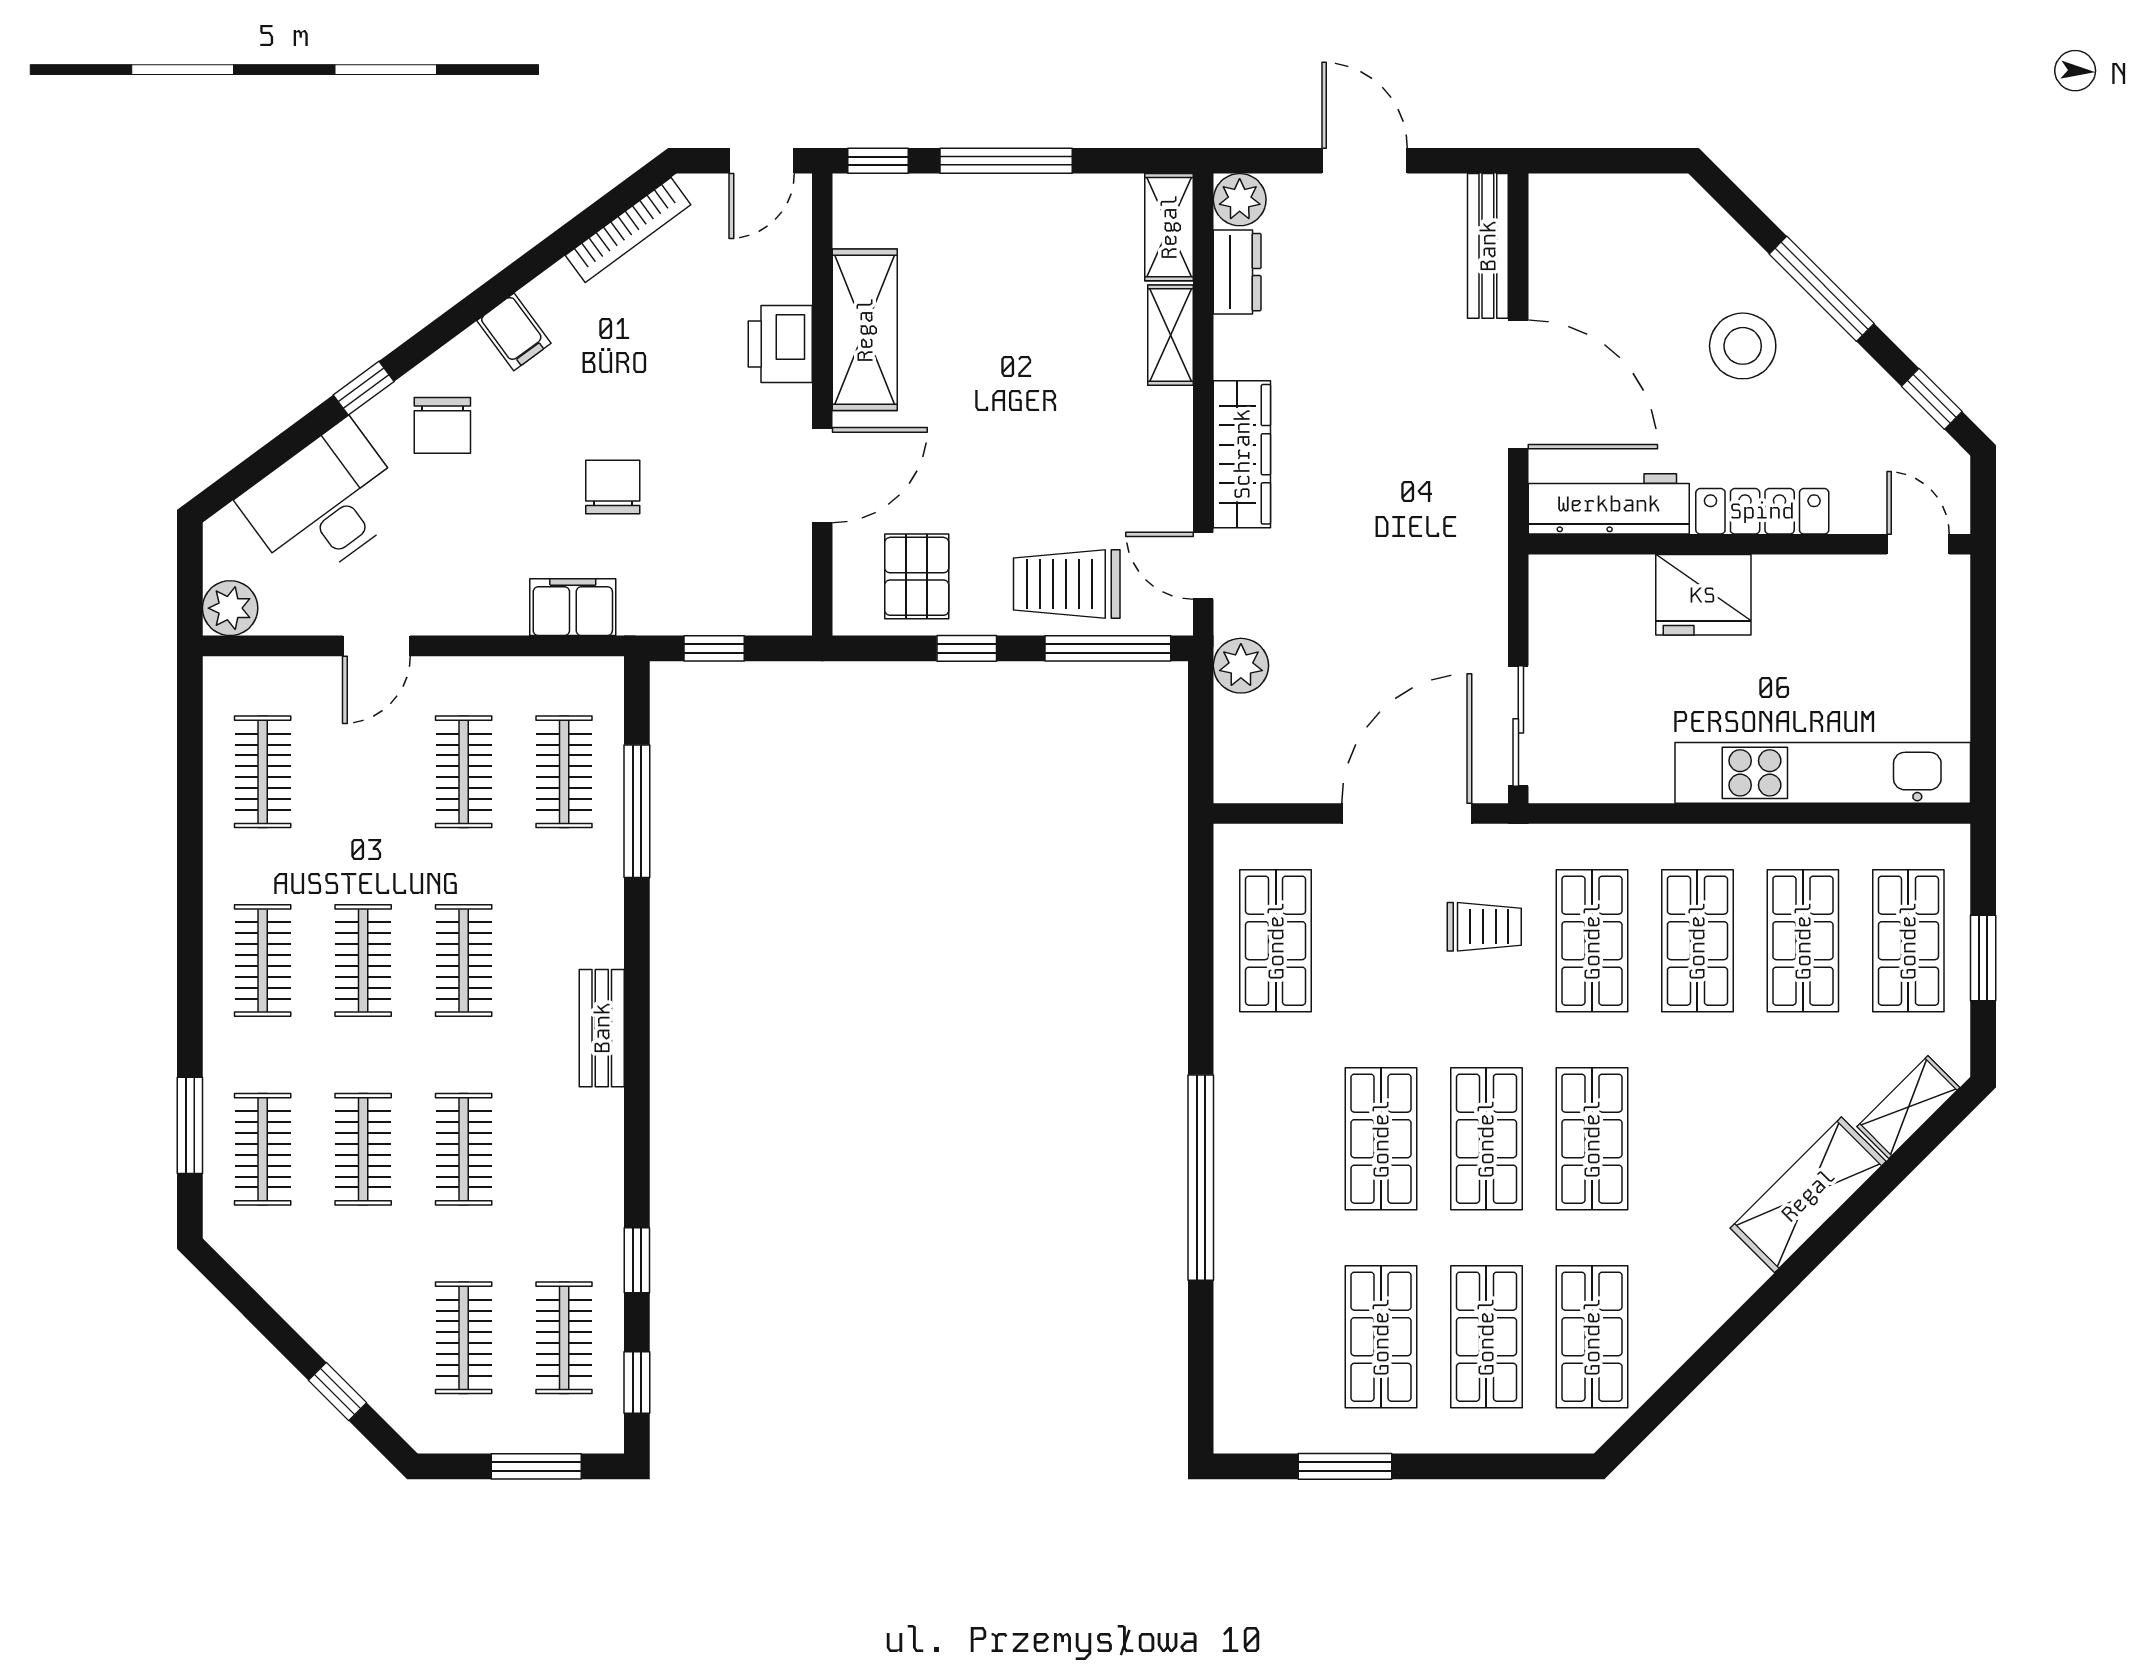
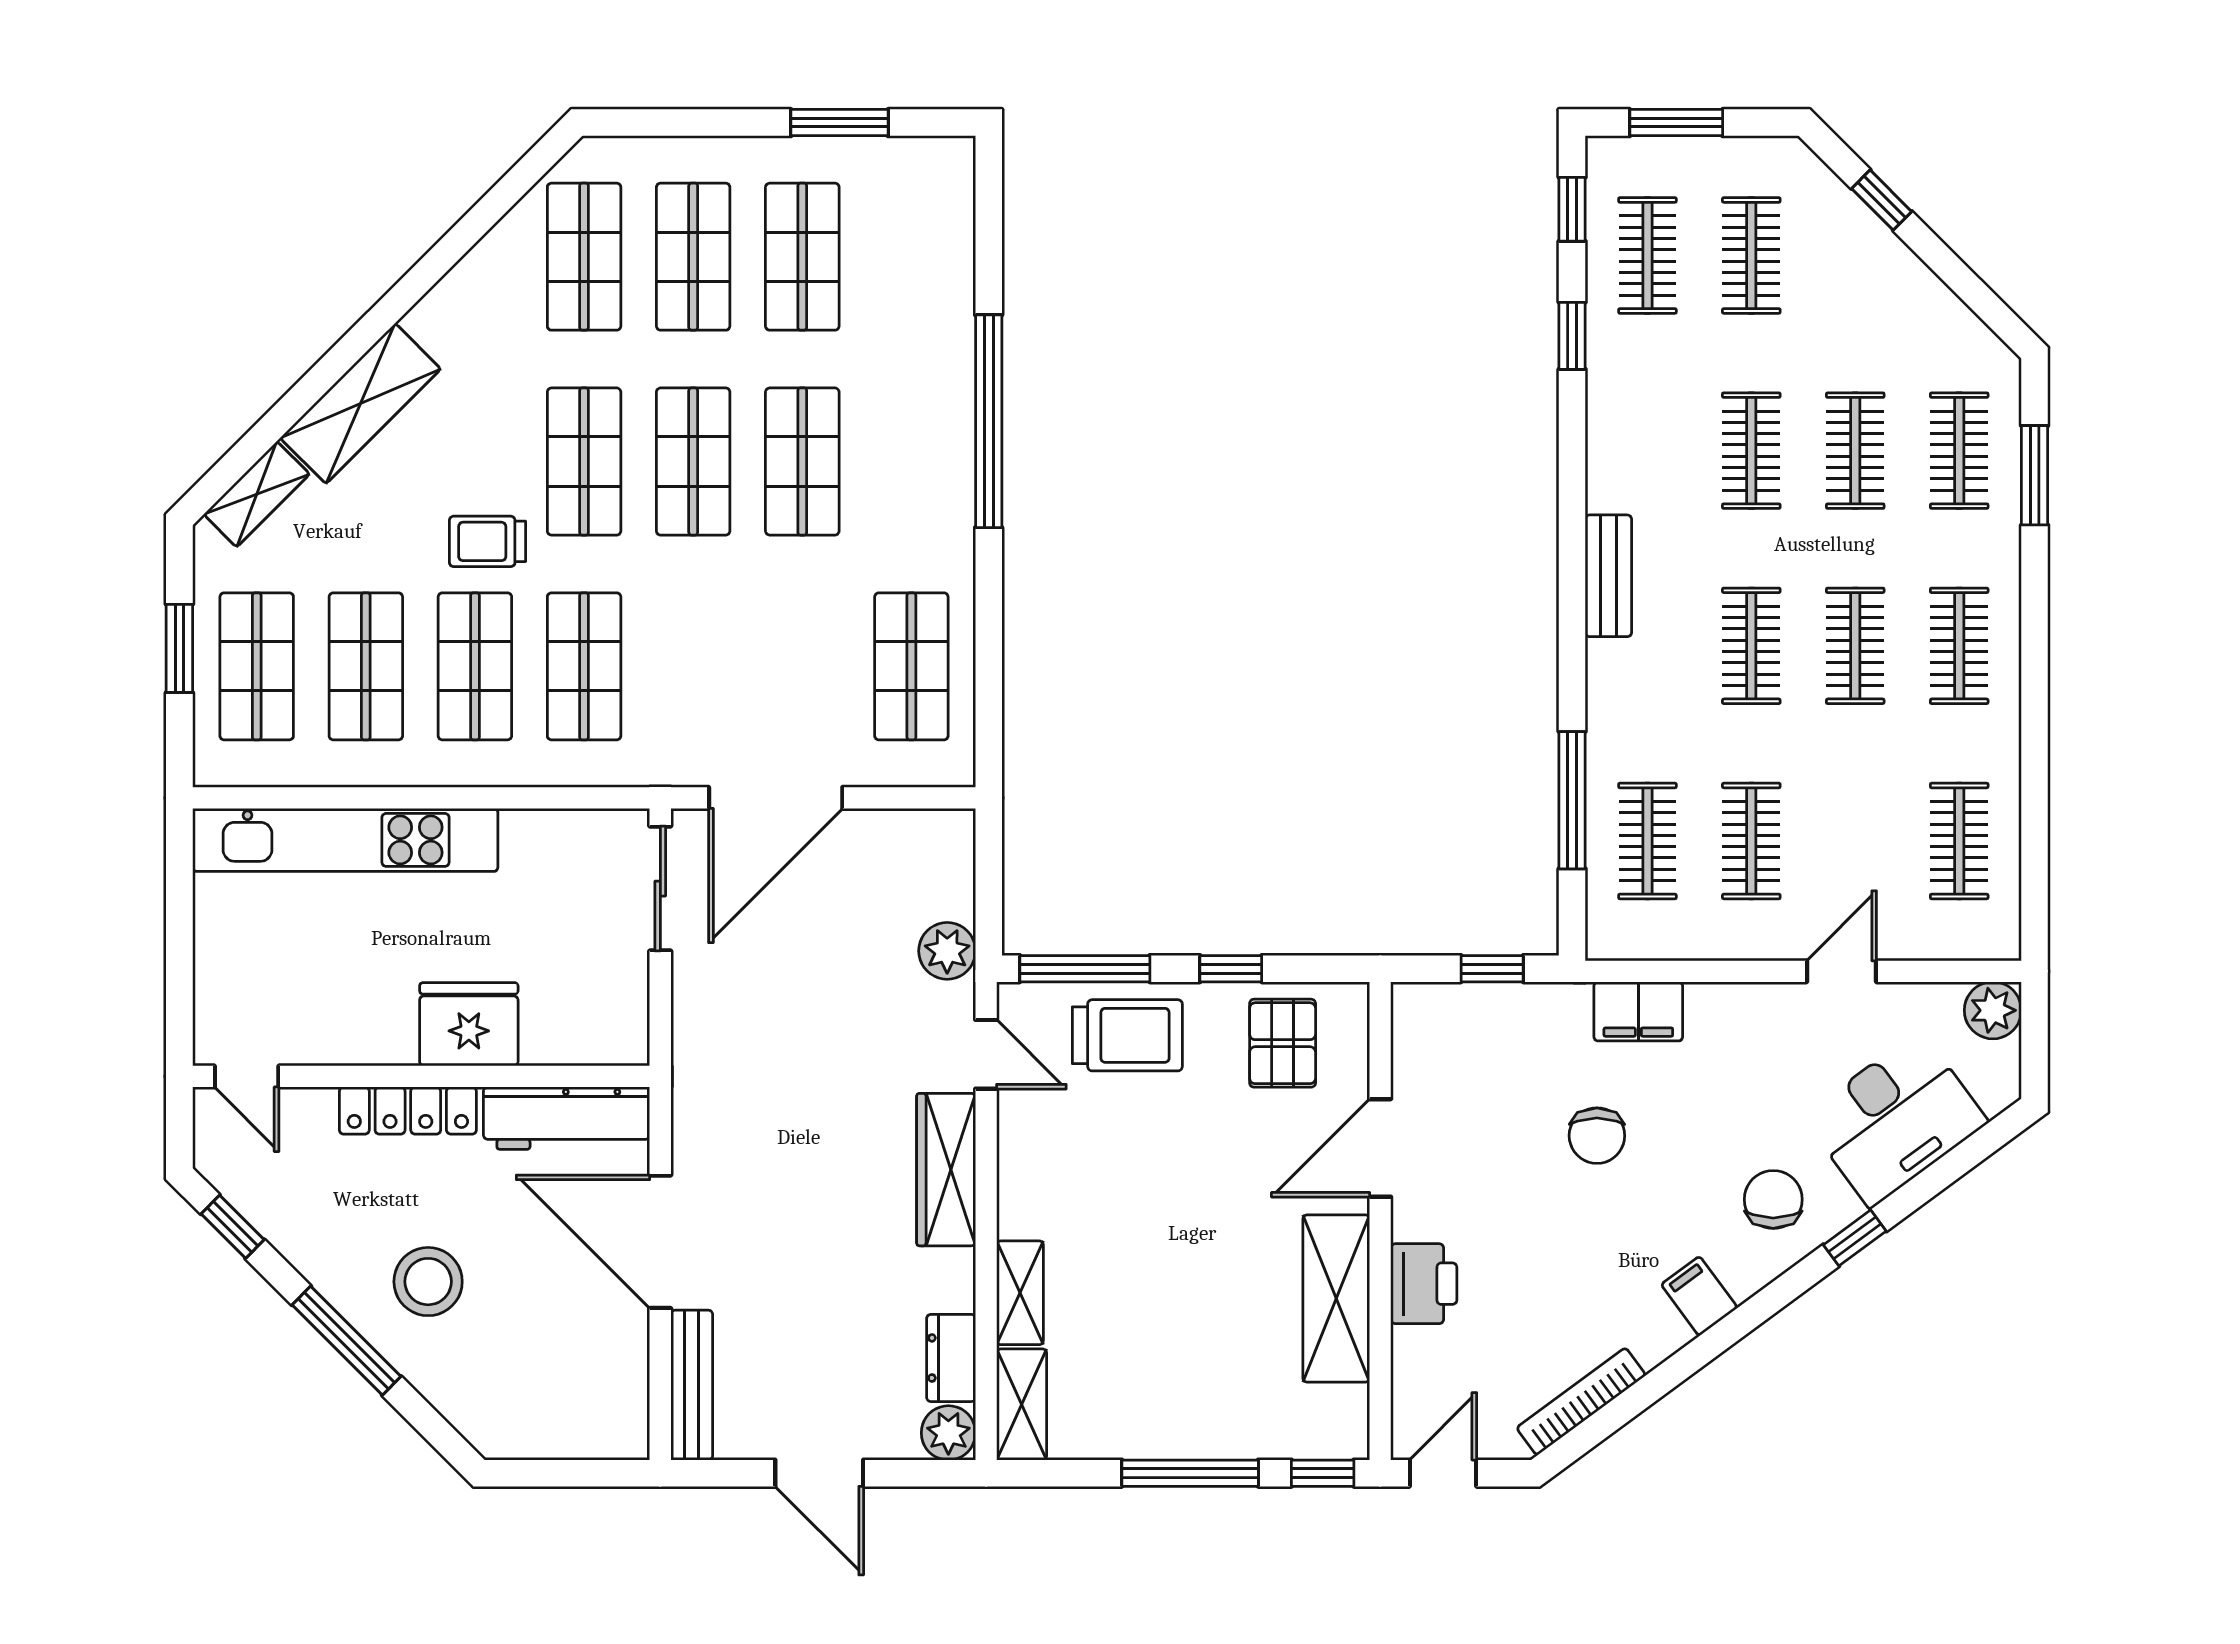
trolley: (1484, 927) -> (488, 541), moved

